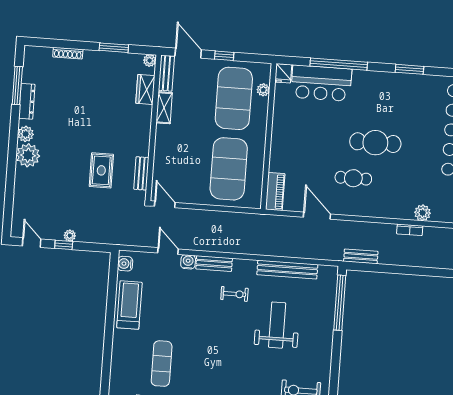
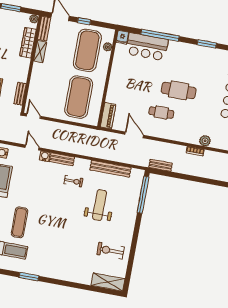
wardrobe: (145, 89) -> (28, 43), width x1.50

